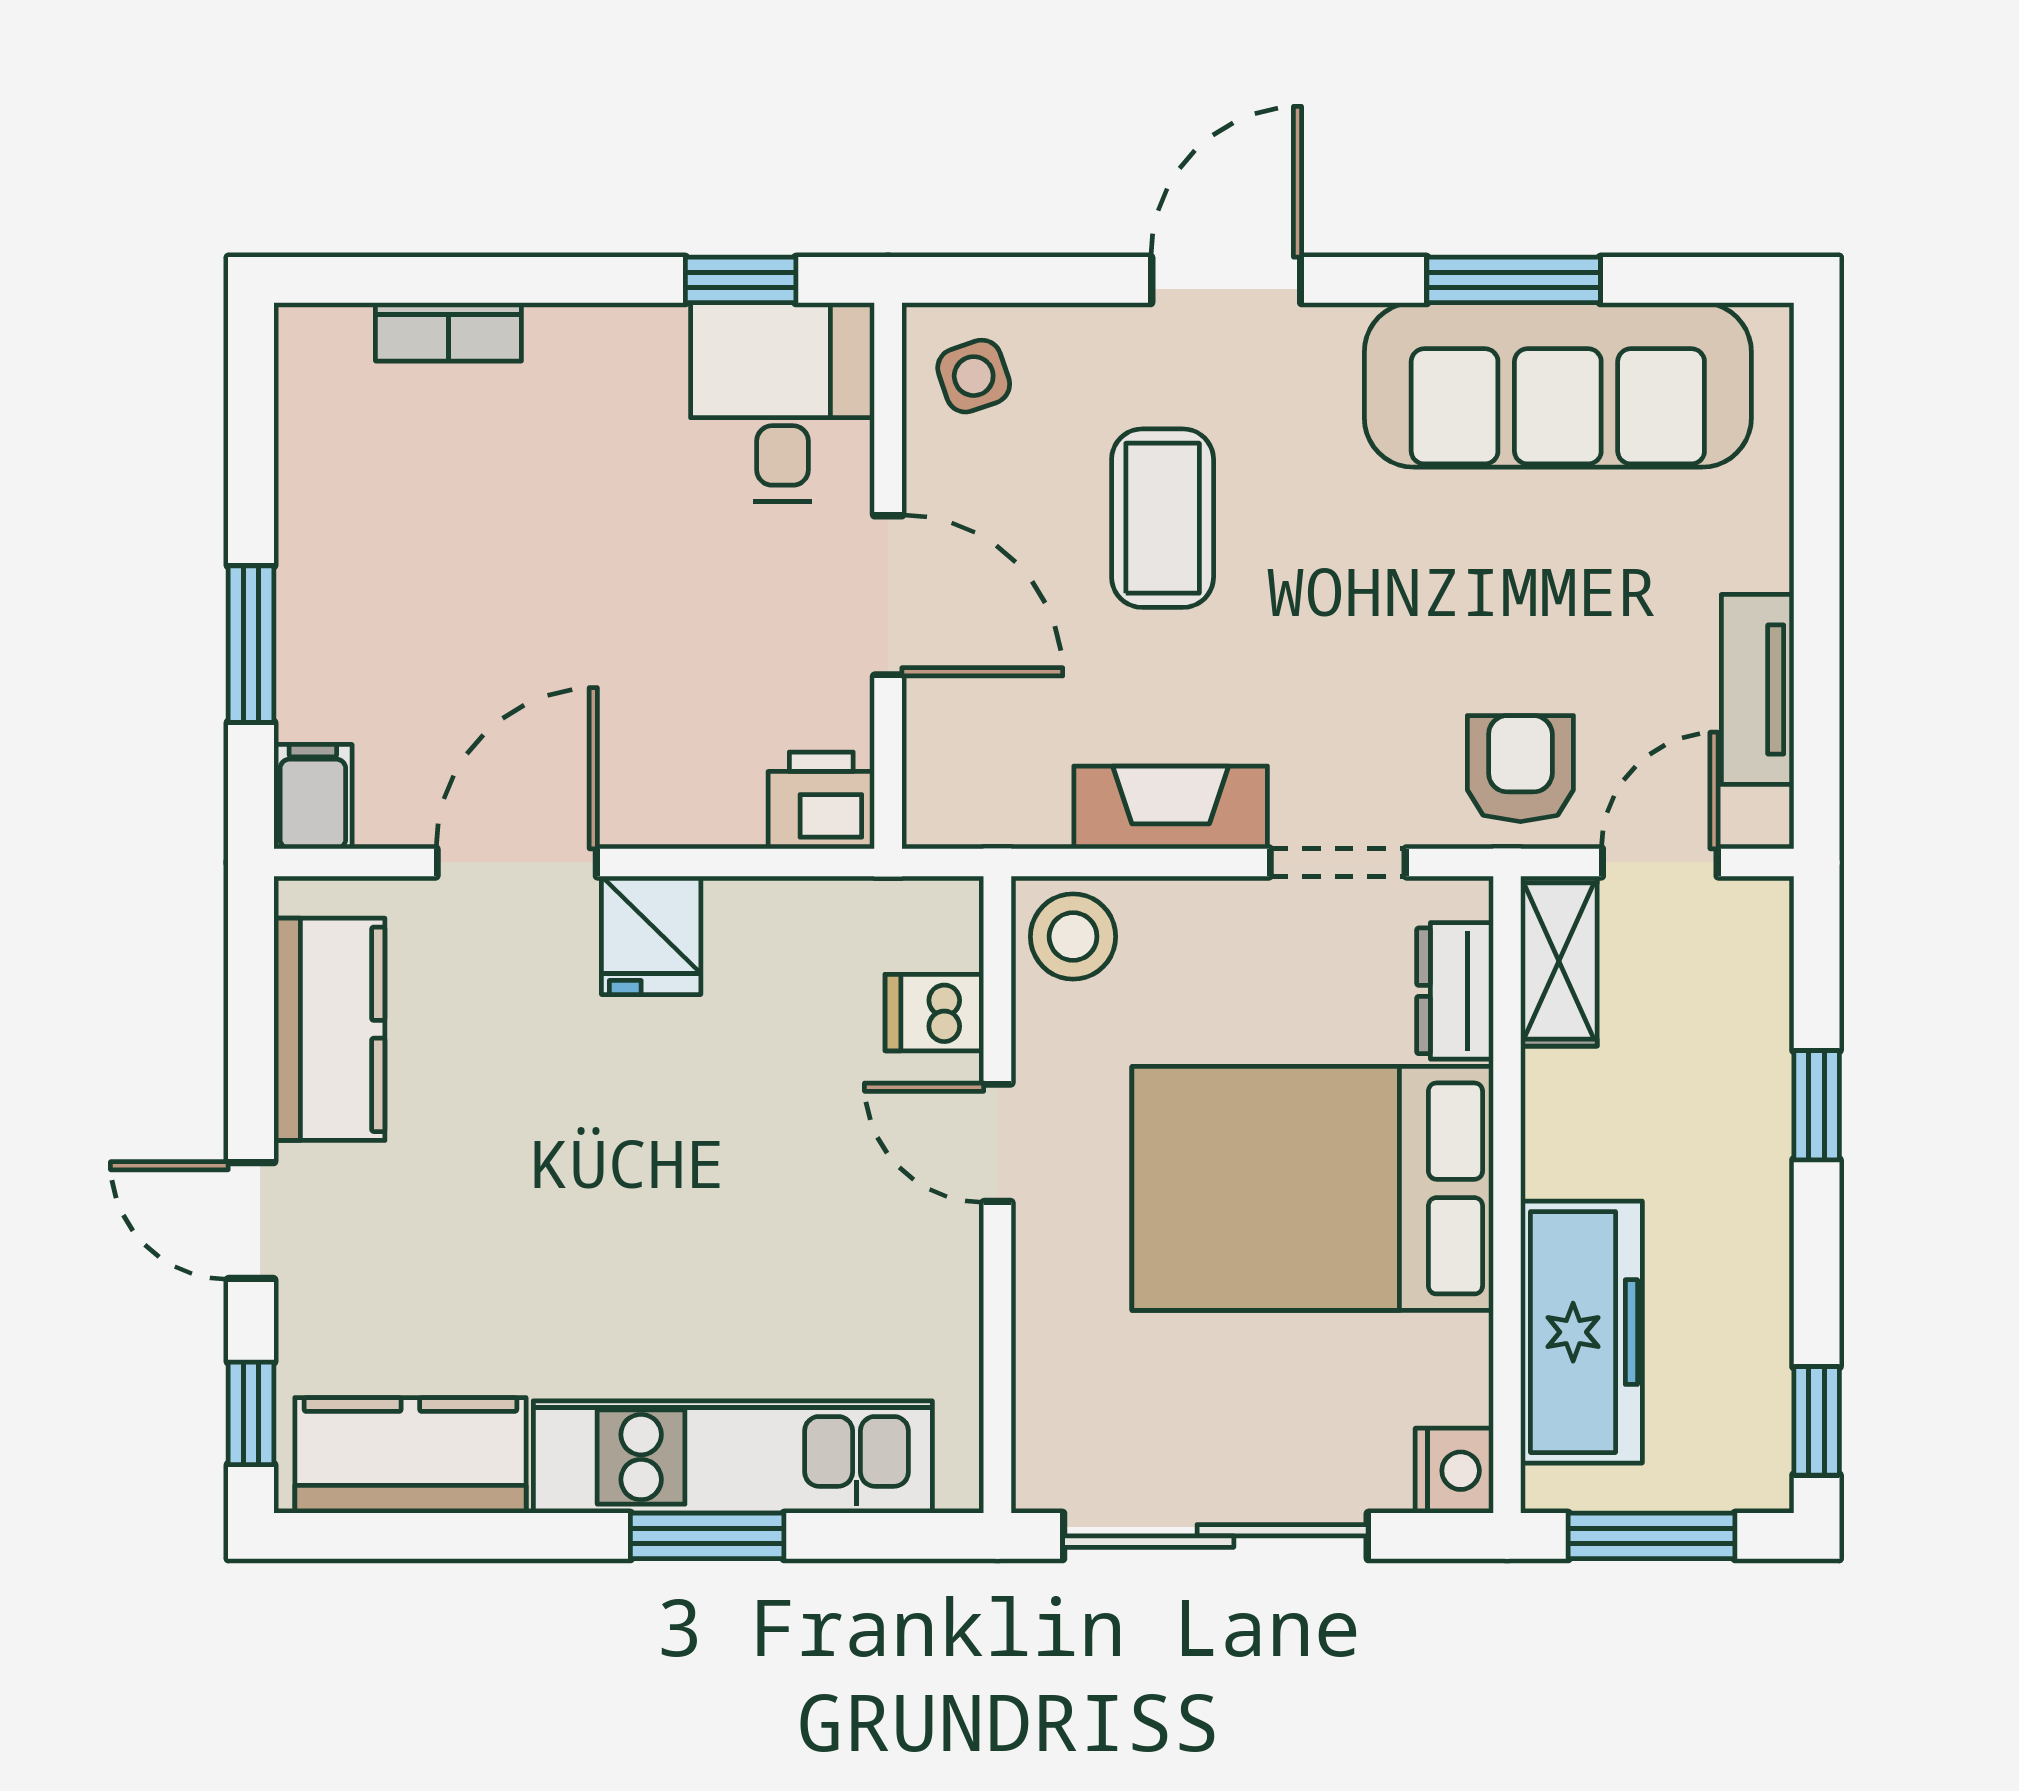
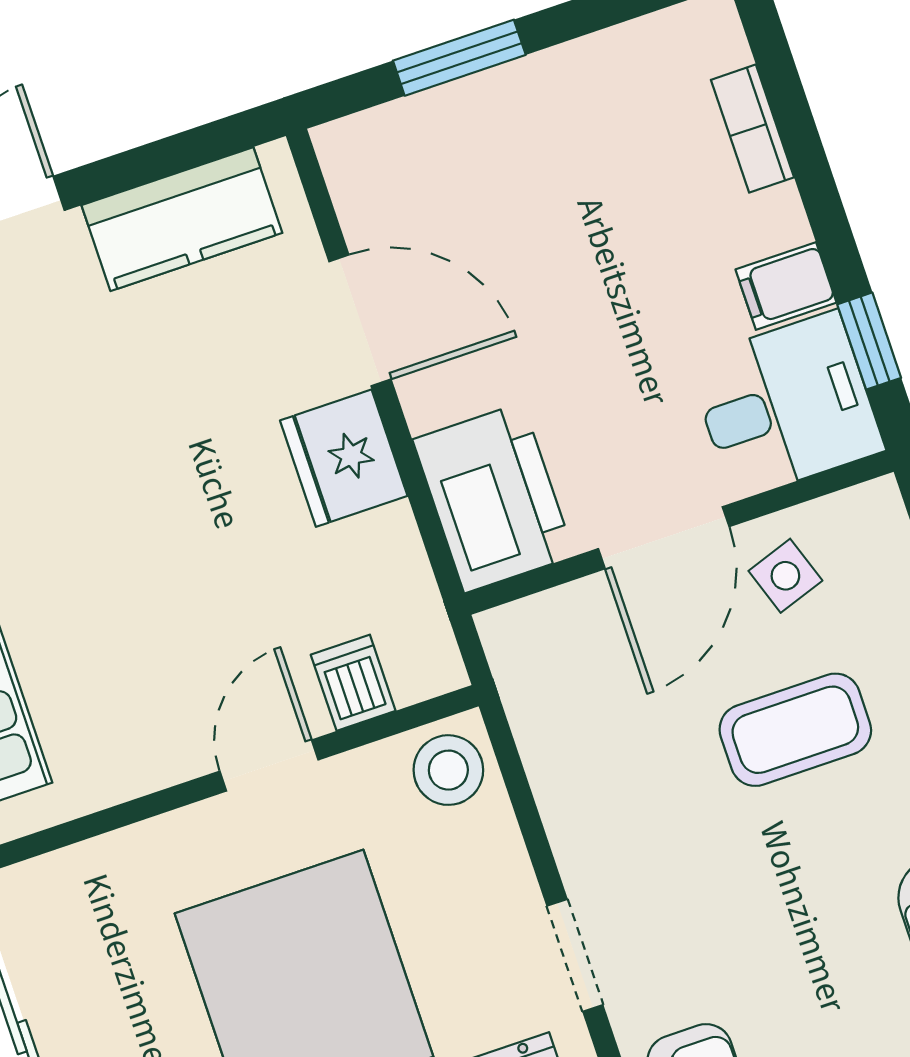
side table: (974, 376) -> (785, 576), moved
filing cabinet: (313, 797) -> (786, 286), moved, turned 180
printer: (821, 800) -> (494, 498), width x1.87, depth x1.48
fireplace: (1171, 807) -> (574, 812), removed
fridge: (651, 935) -> (344, 458), width x1.38

